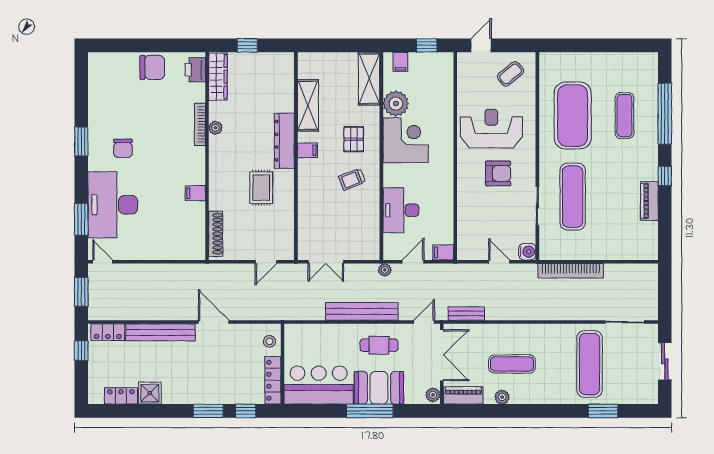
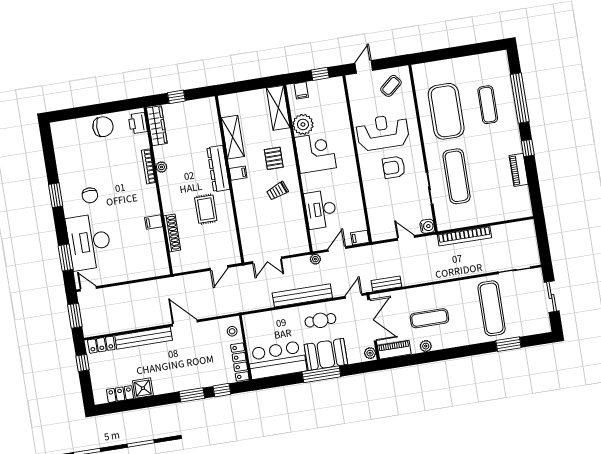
armchair: (498, 173) -> (394, 167), turned 180
shoe rack: (216, 234) -> (172, 233), moved

